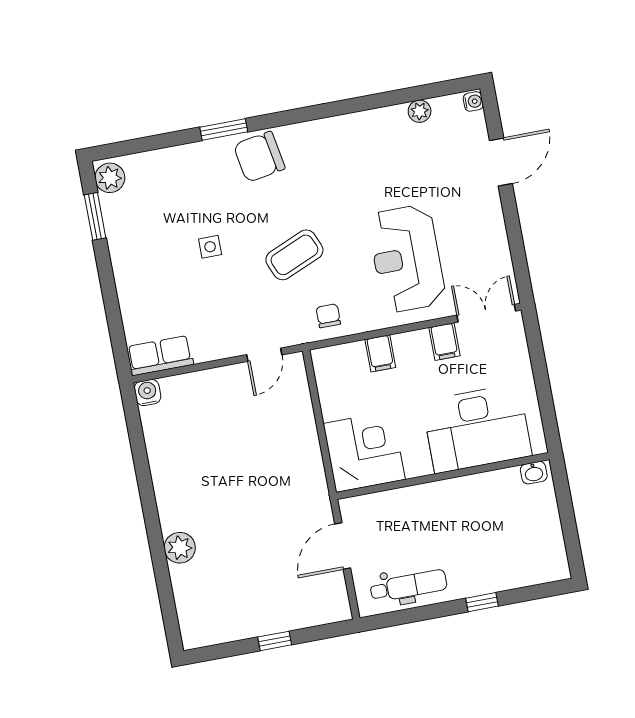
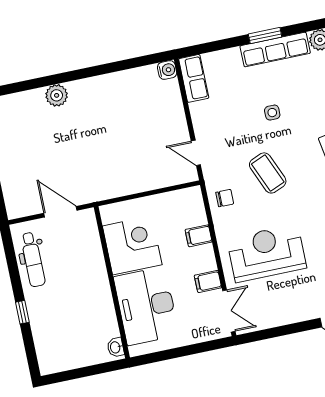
window: (95, 216) -> (265, 36), moved
row of seats: (122, 241) -> (275, 50), added
corner desk: (364, 452) -> (132, 245), moved, turned -90

